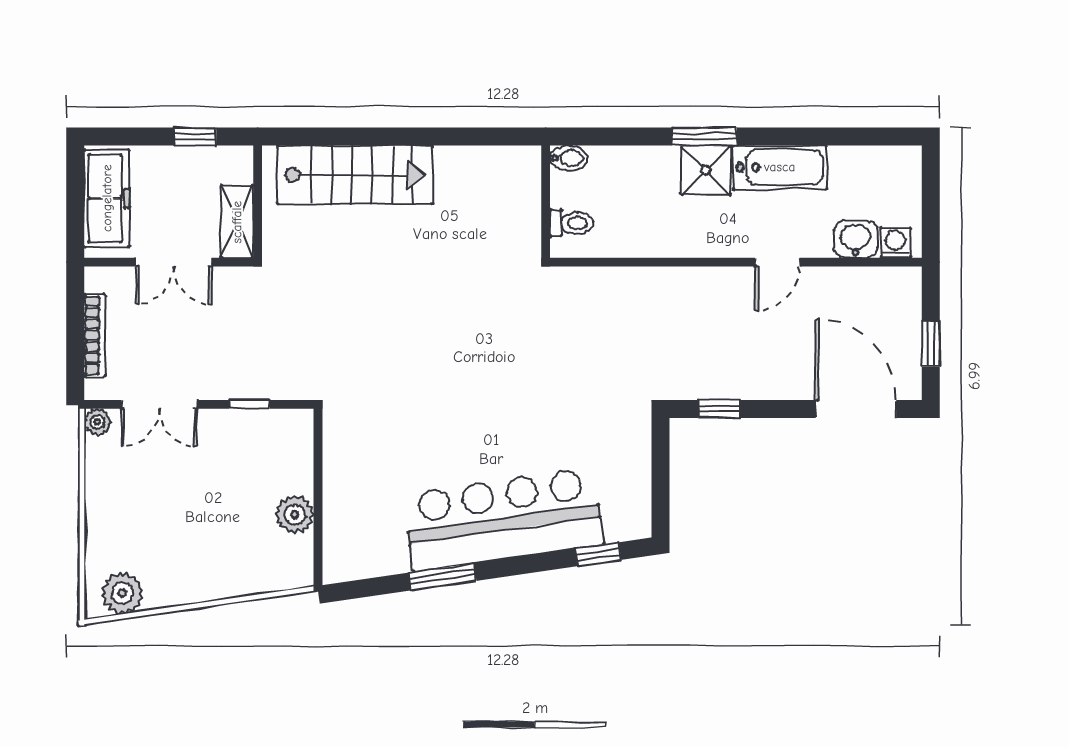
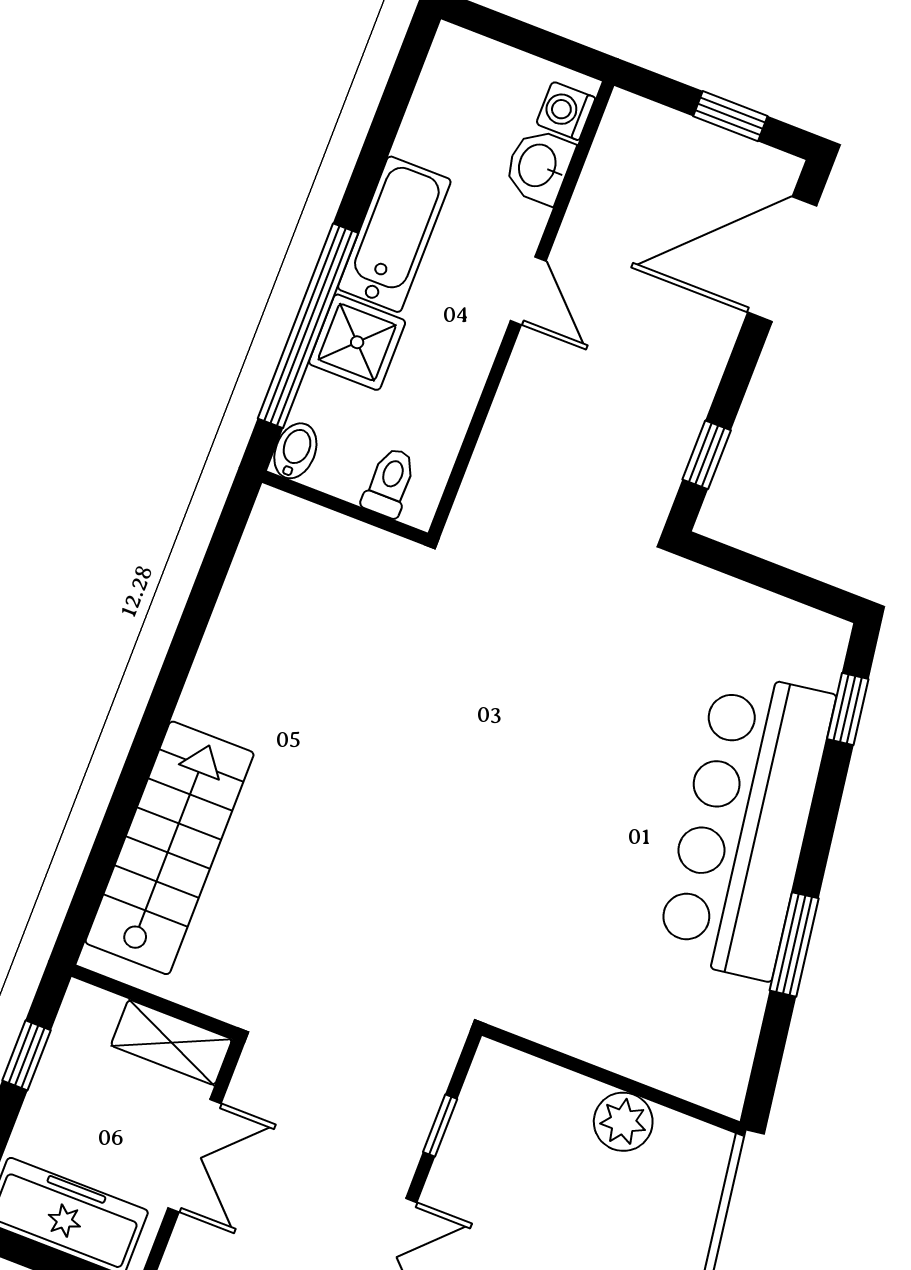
window: (704, 137) -> (308, 326), width x2.11
bidet: (569, 158) -> (295, 451), moved
wall: (546, 202) -> (345, 508), moved
toilet: (571, 223) -> (390, 482), moved

